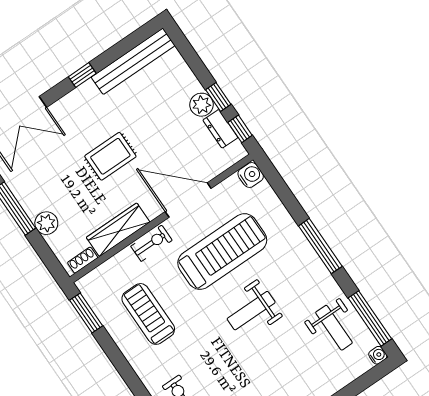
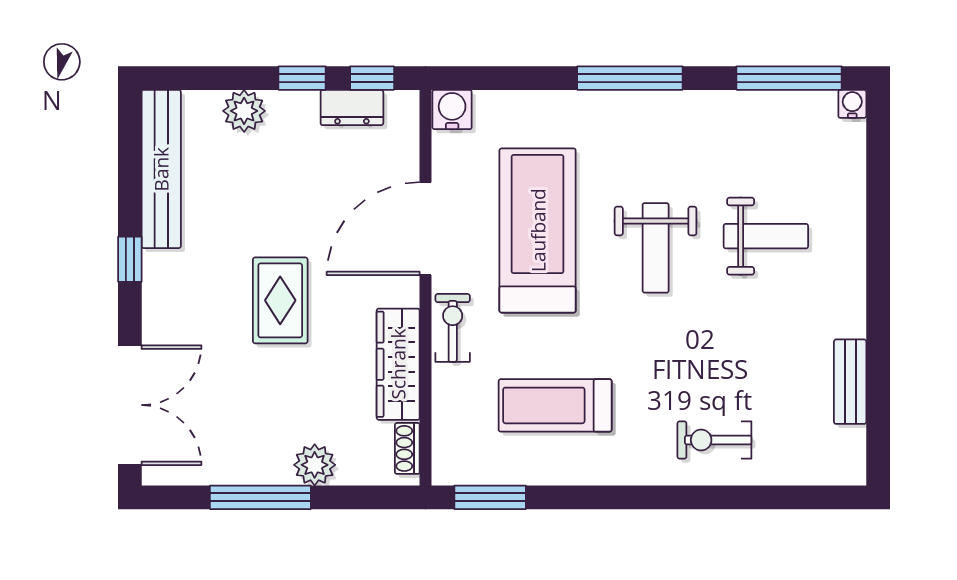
plant: (201, 105) -> (244, 111), moved
weight bench: (334, 328) -> (766, 236), moved

